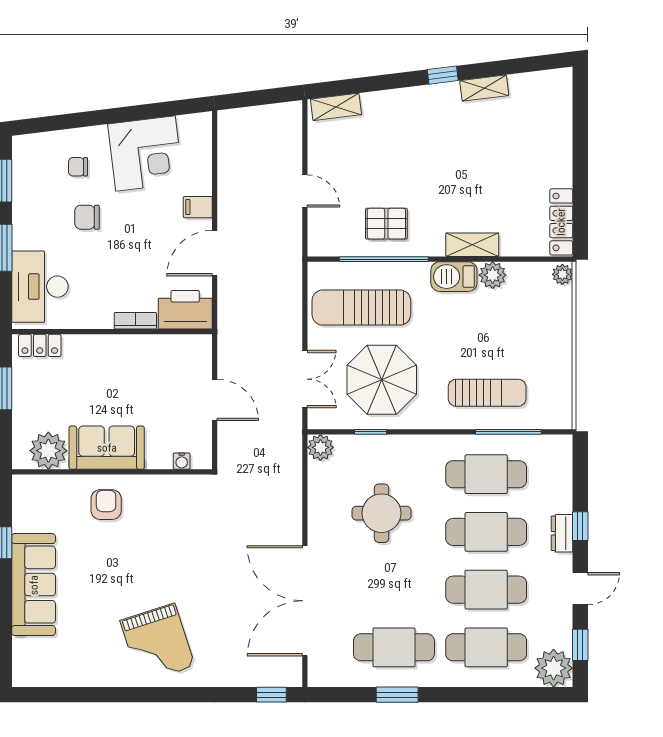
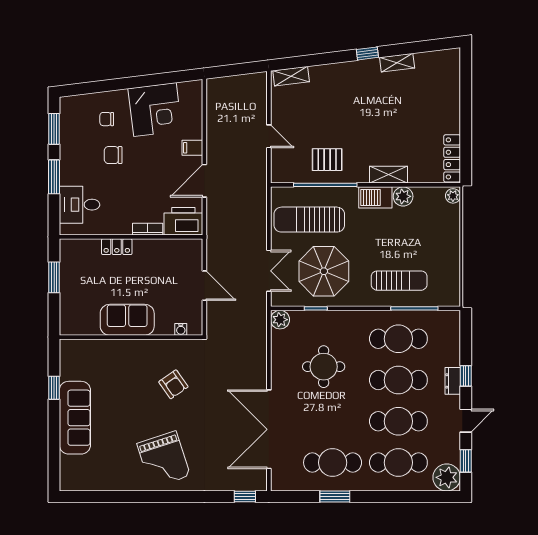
desk: (40, 287) -> (79, 205), width x0.73
locker: (40, 345) -> (117, 247), moved
plant: (48, 451) -> (85, 322), removed
armchair: (106, 505) -> (173, 384), moved, turned 145

